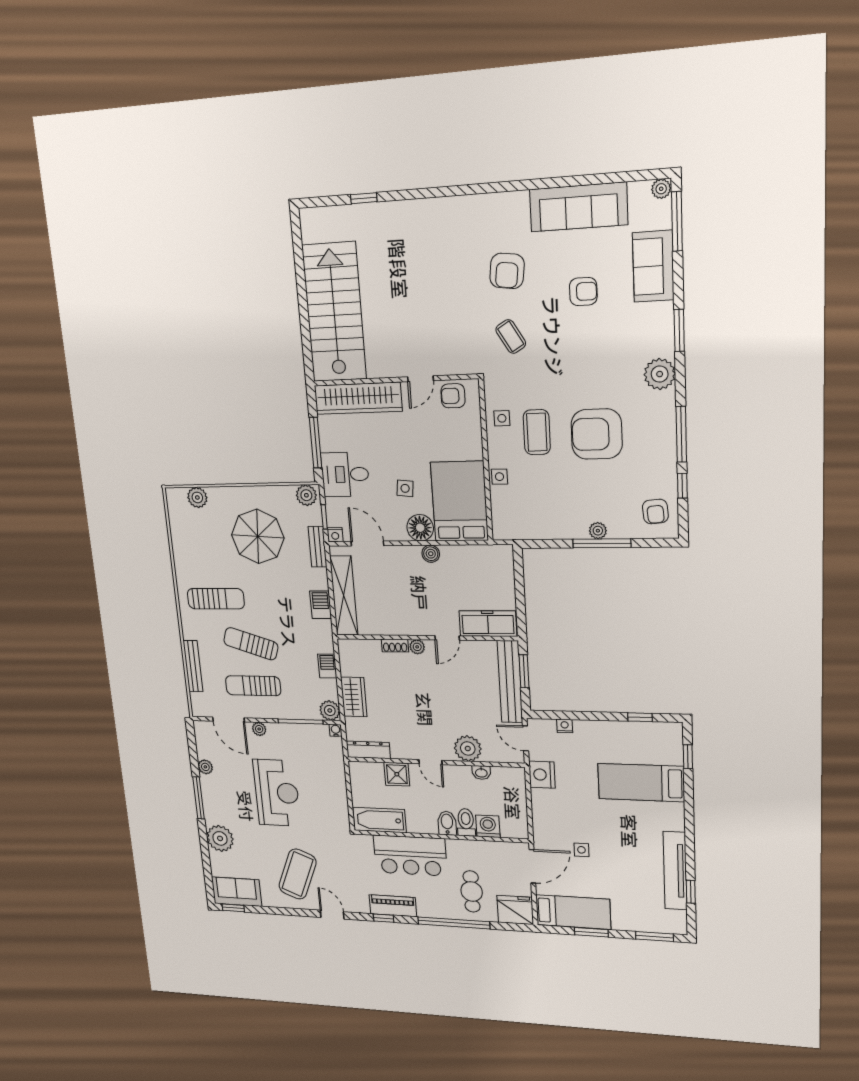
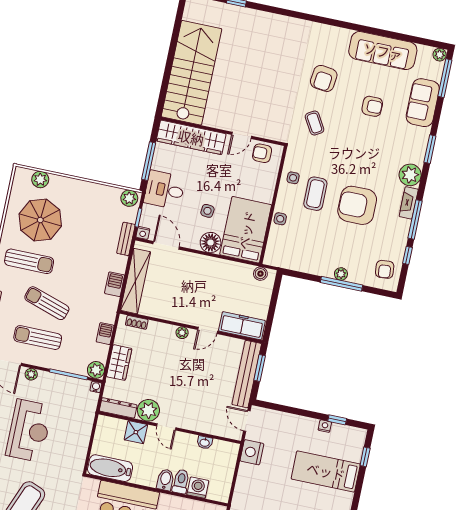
fireplace: (667, 413) -> (409, 203), added
parasol: (258, 536) -> (40, 220), moved
boiler: (431, 554) -> (260, 274), moved
shoe rack: (395, 646) -> (137, 322), moved
nightstand: (565, 726) -> (325, 426), moved
plant: (468, 748) -> (148, 410), moved

